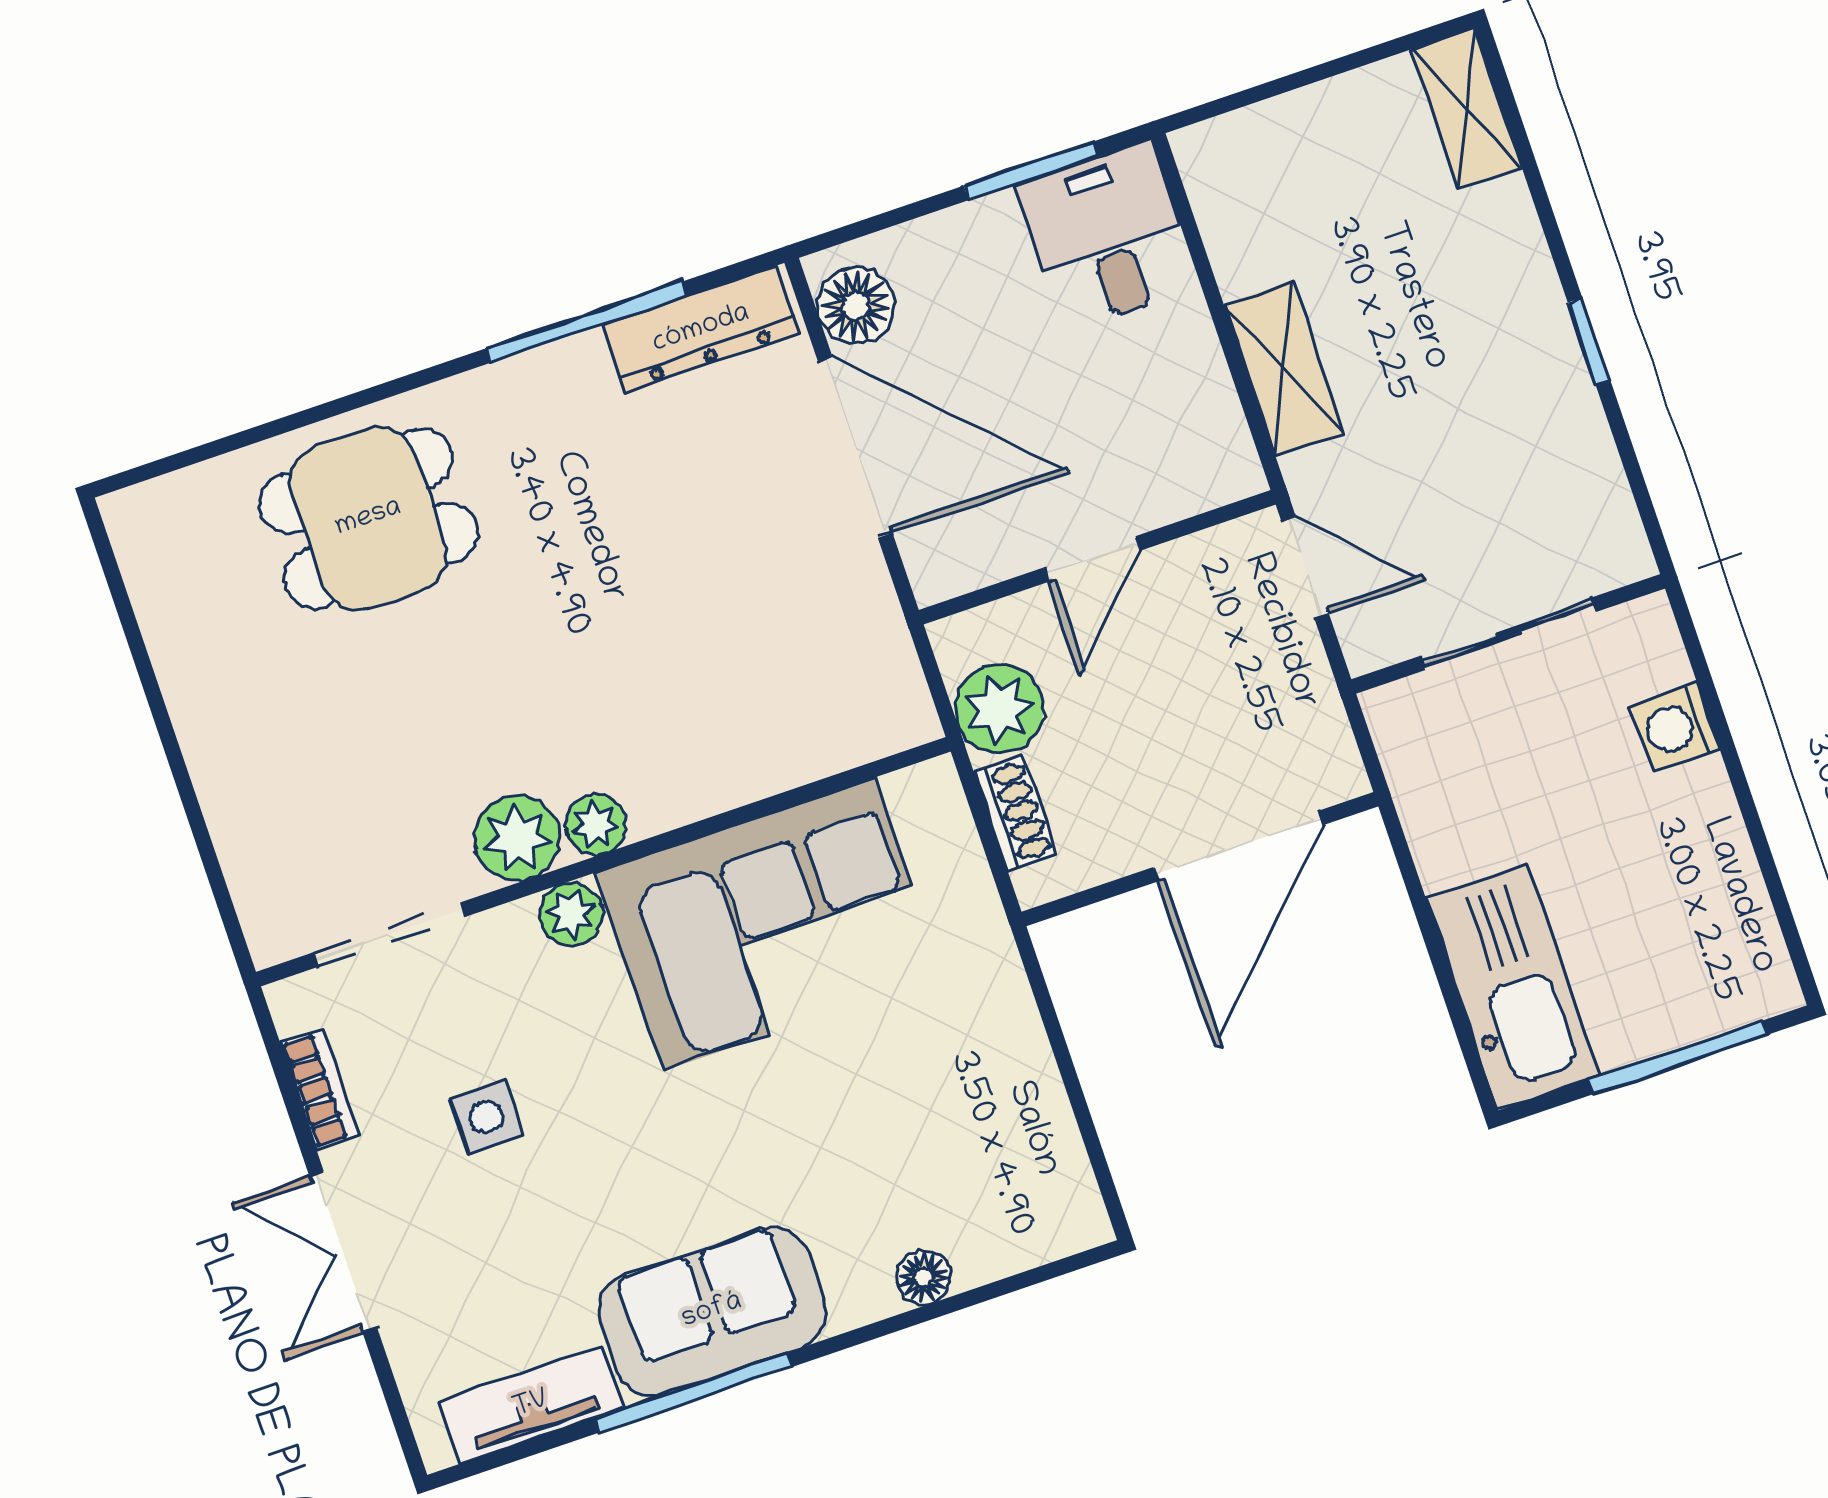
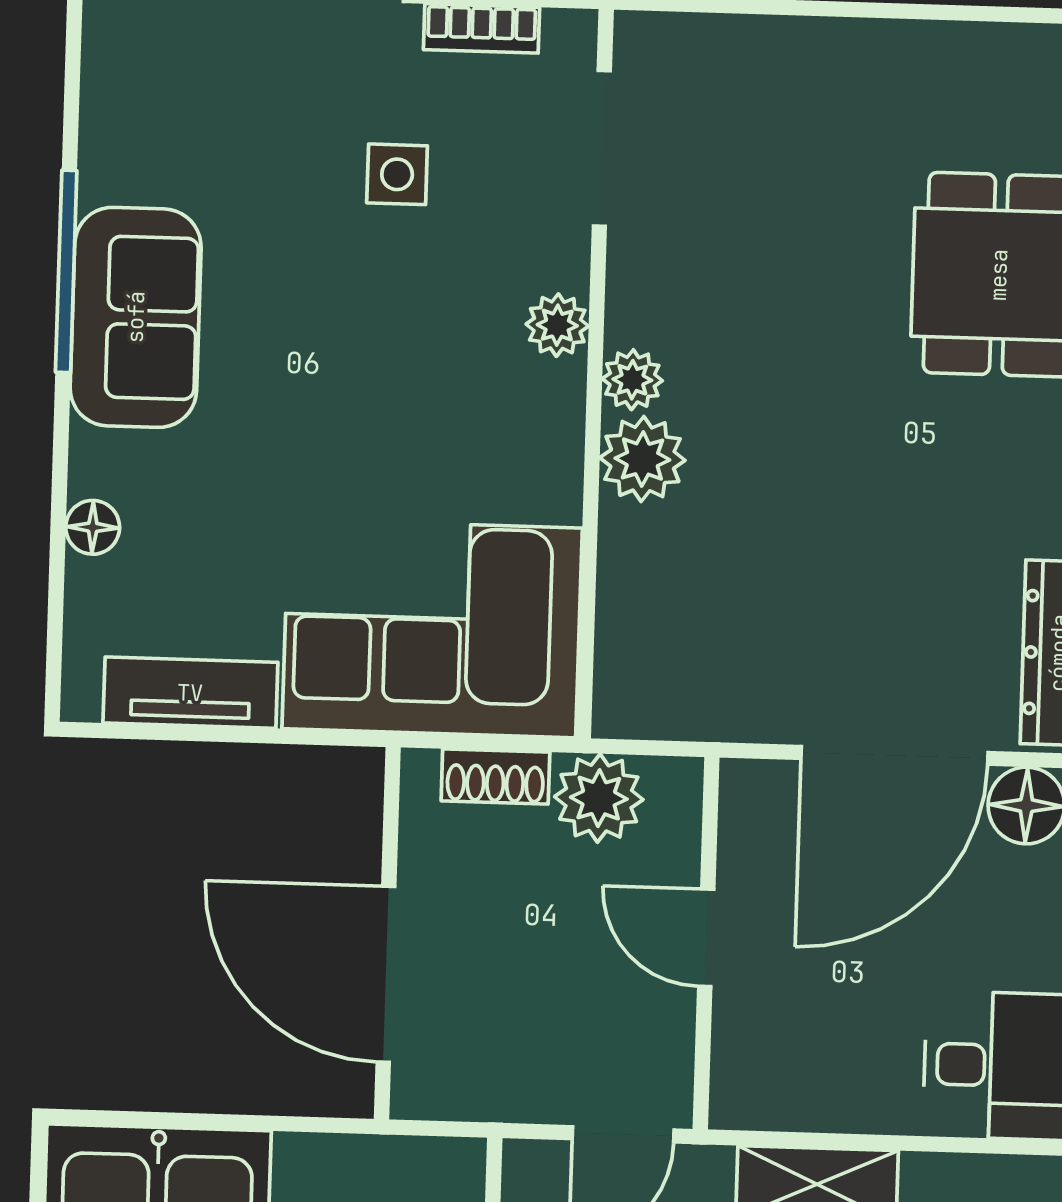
plant: (517, 838) -> (642, 459), moved
corner sofa: (769, 924) -> (432, 628), moved, turned 90
tv unit: (531, 1405) -> (190, 693), moved, turned -90

